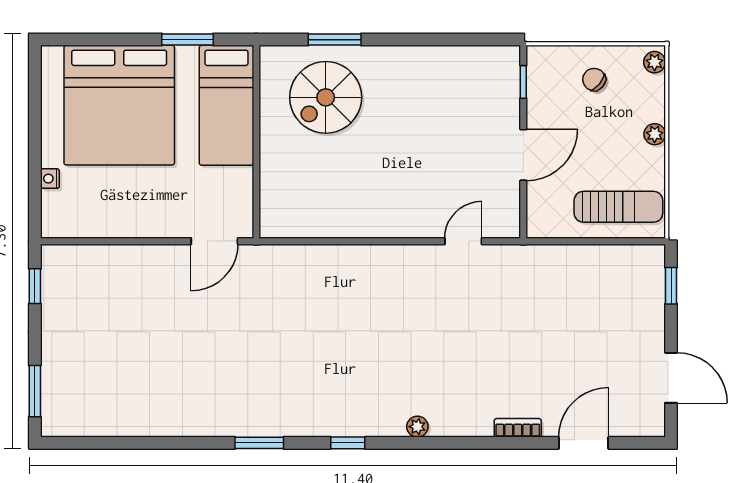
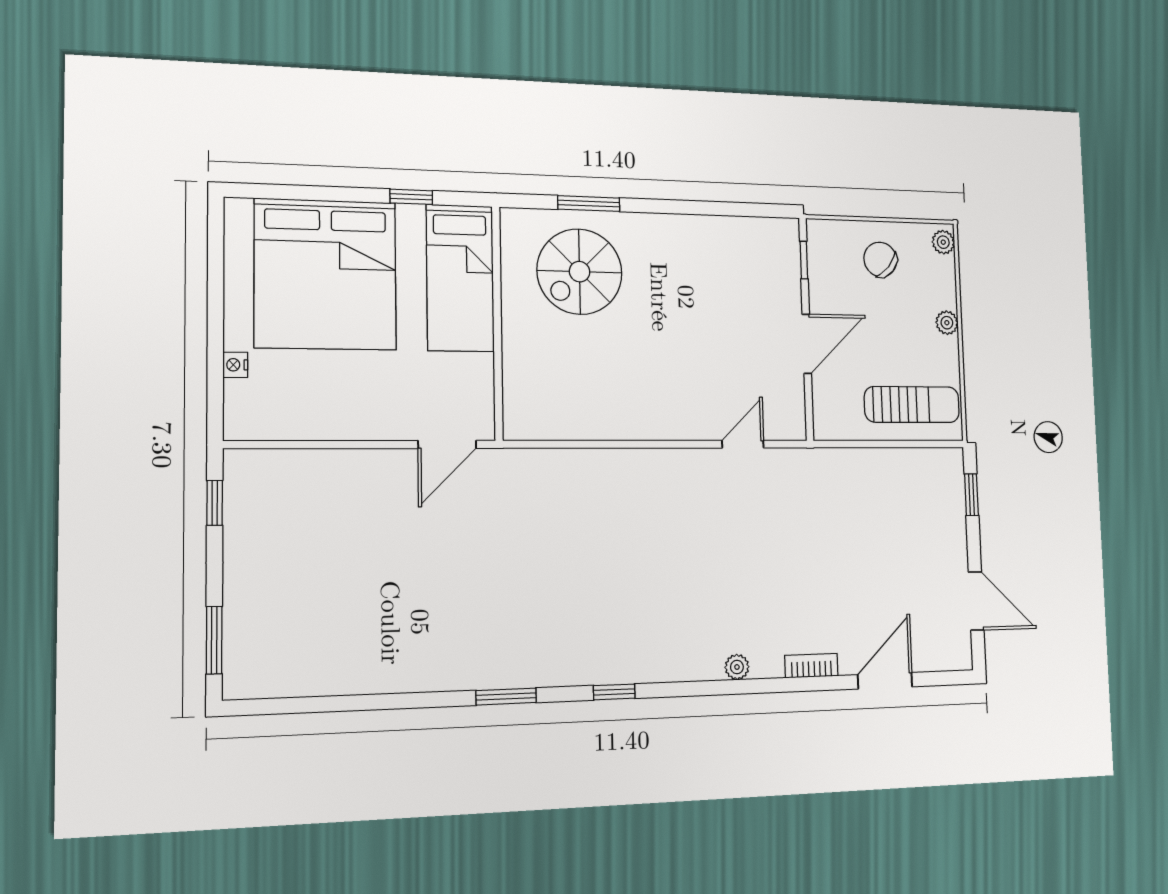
window: (187, 40) -> (411, 197), width x0.67
chair: (594, 79) -> (880, 259), width x1.37, depth x1.37
plant: (417, 427) -> (737, 667), moved

